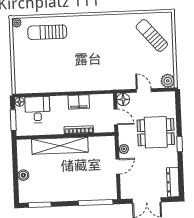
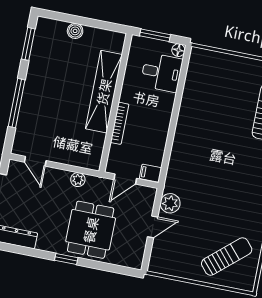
plant: (168, 81) -> (170, 203), moved
floor lamp: (123, 99) -> (147, 195), removed
filing cabinet: (79, 102) -> (150, 173), moved, width x0.50
door: (118, 166) -> (35, 161), moved
window: (96, 203) -> (17, 103), moved

